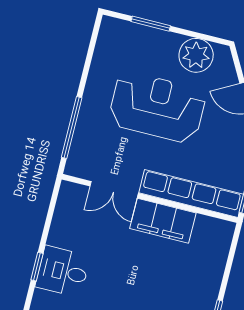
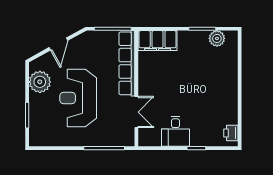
filing cabinet: (163, 221) -> (158, 41), moved, turned 90
desk: (63, 271) -> (175, 131), moved

